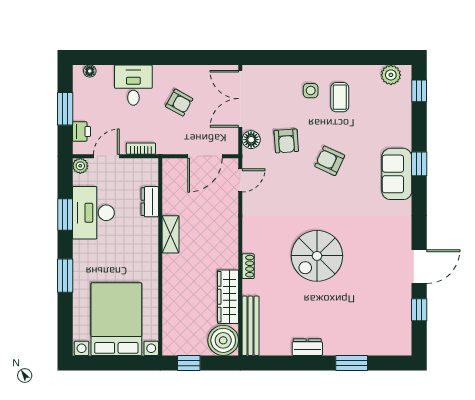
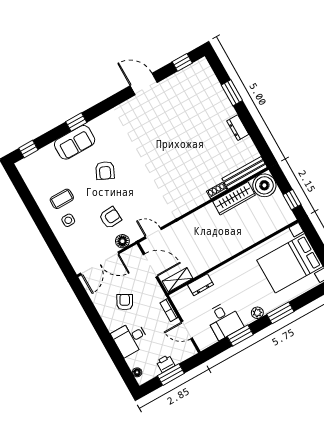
plant: (391, 75) -> (28, 173), removed
printer: (81, 131) -> (165, 364), moved
armchair: (330, 161) -> (105, 170), moved
plant: (80, 166) -> (257, 313), moved
sofa: (397, 174) -> (75, 142), moved
desk: (93, 213) -> (224, 320), width x0.73
shelving: (170, 234) -> (178, 280), moved
spiral stairs: (317, 256) -> (174, 155), removed
shoe rack: (248, 266) -> (217, 191), moved
window: (419, 310) -> (182, 62), moved

